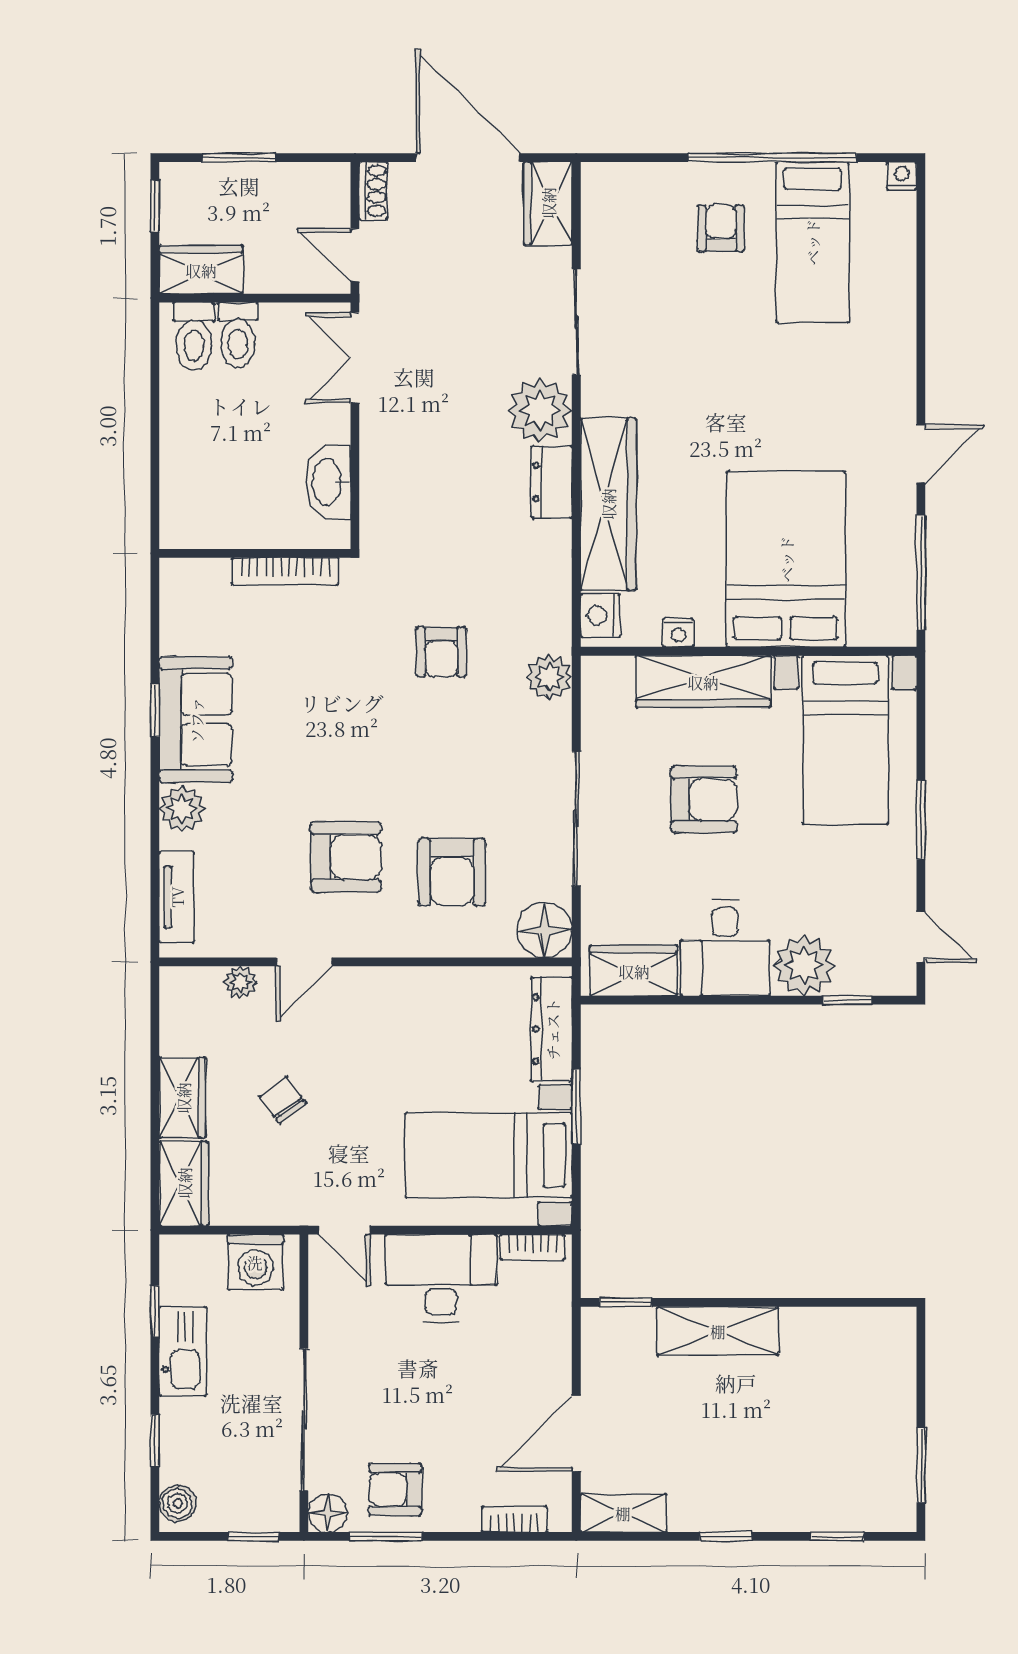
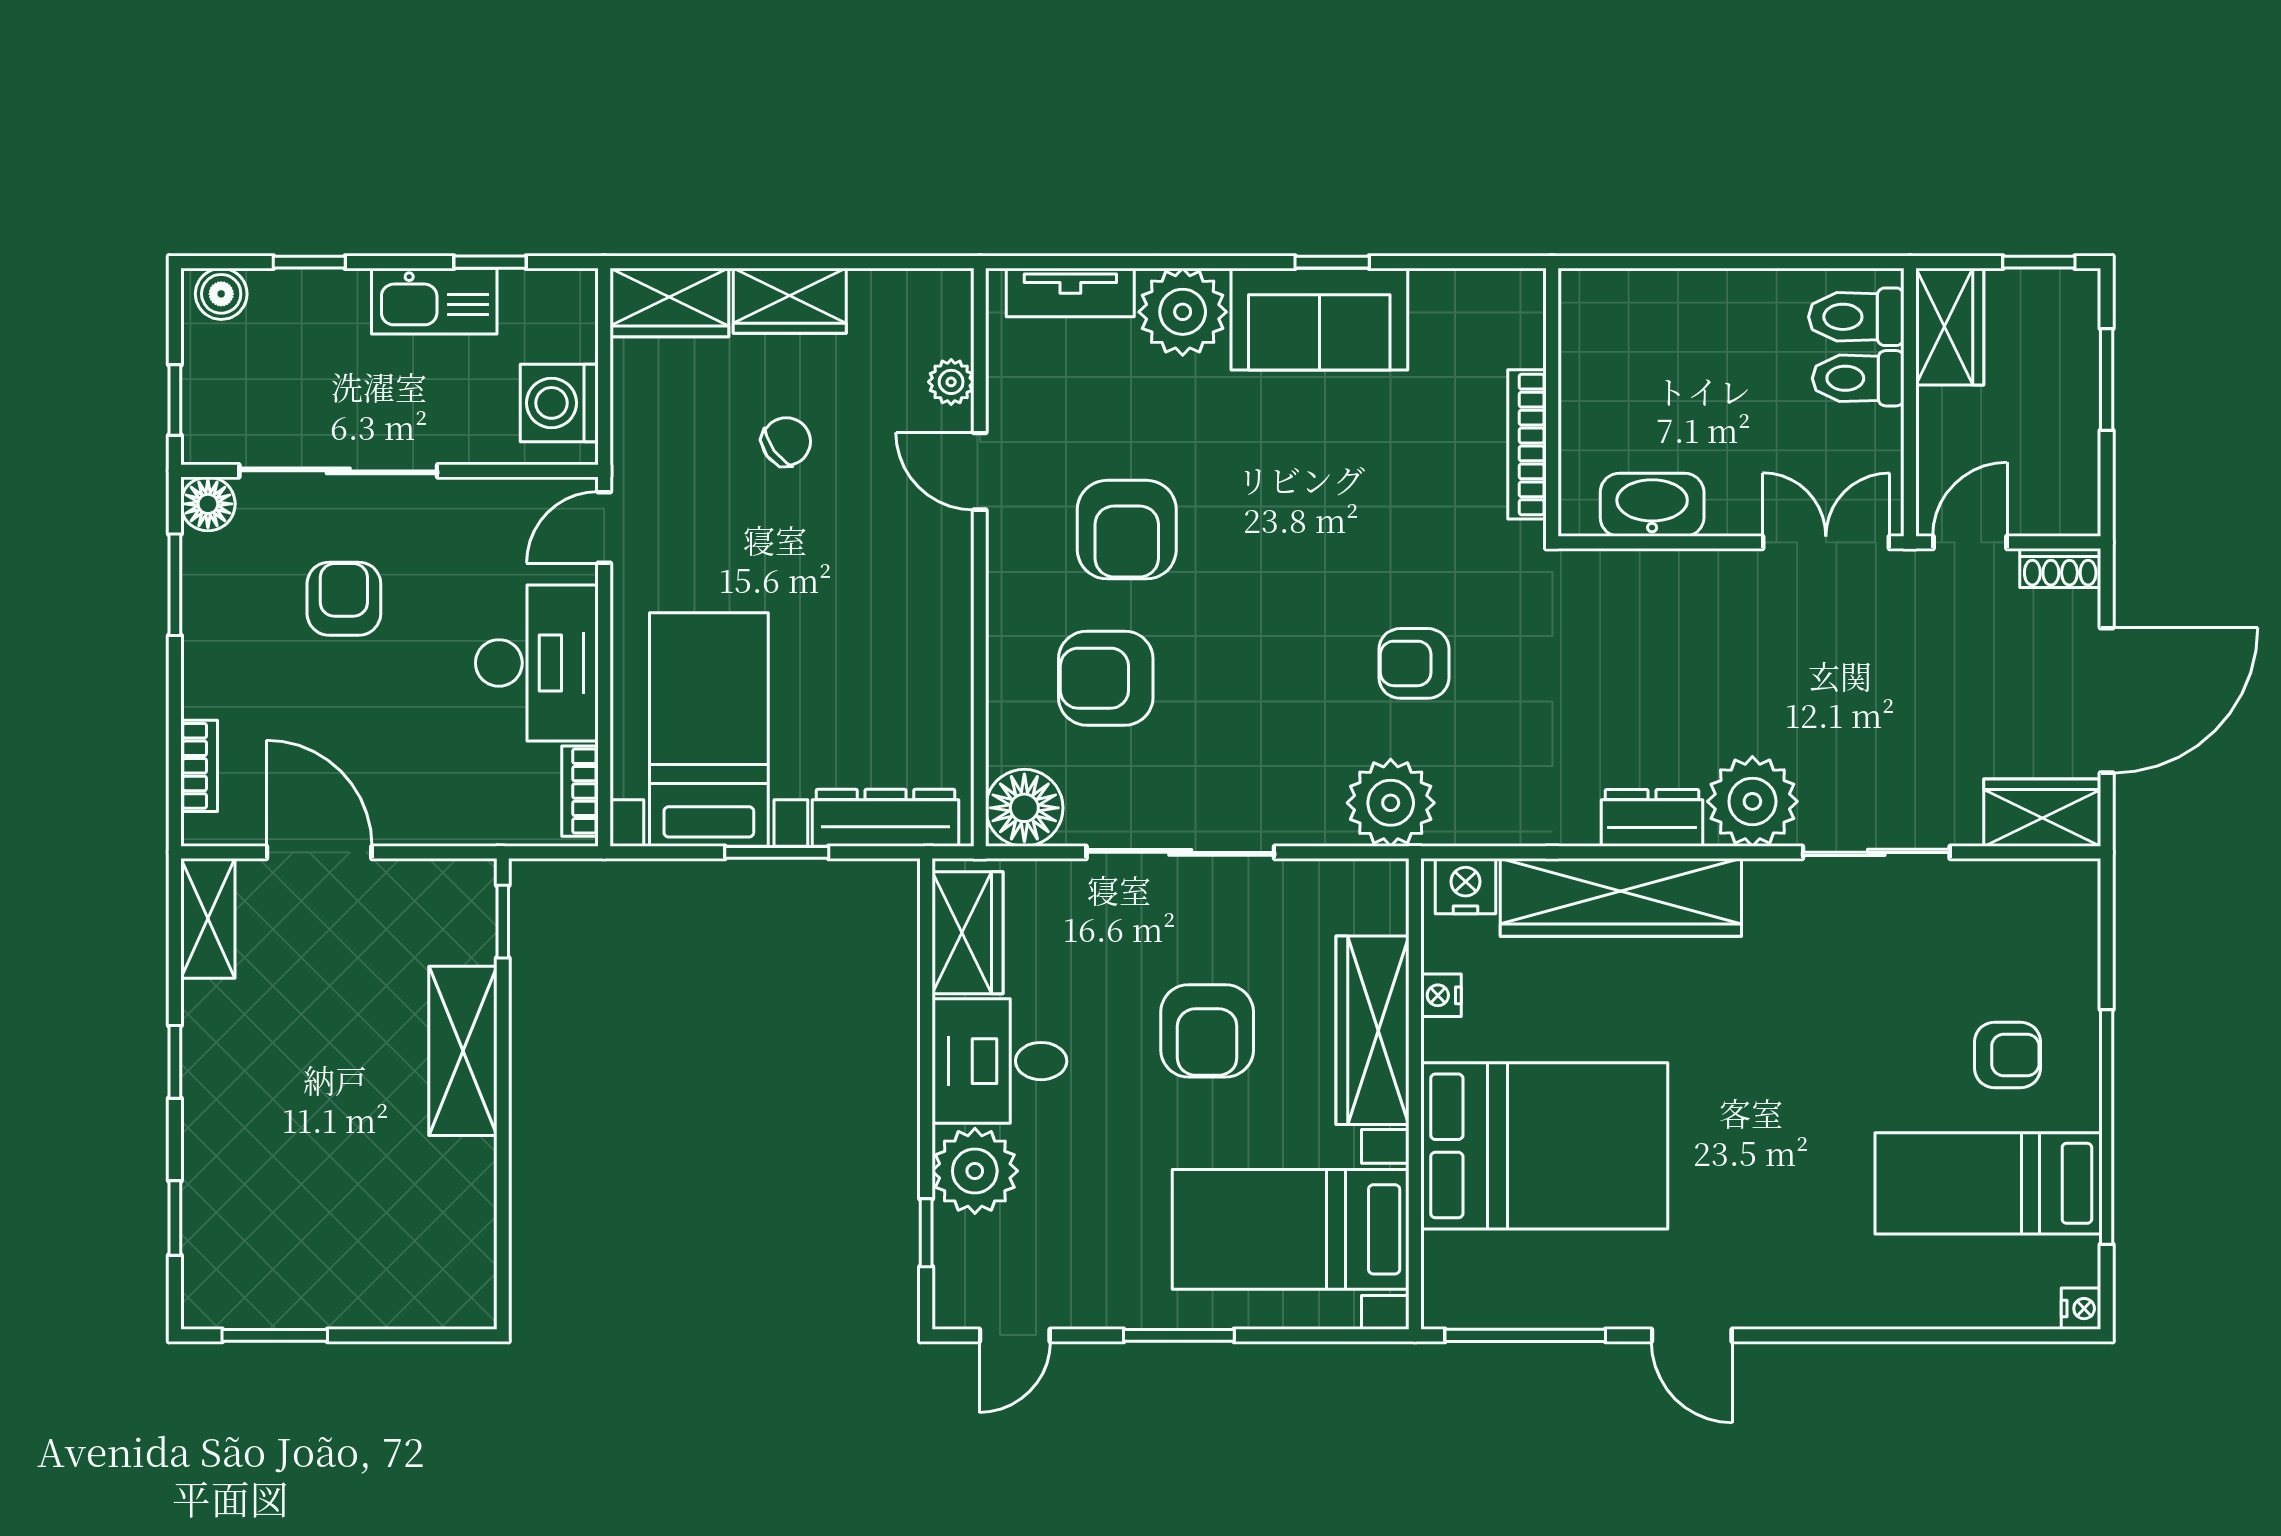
plant: (549, 677) -> (1391, 803), width x1.36, depth x1.36
plant: (182, 809) -> (1183, 312), width x1.36, depth x1.36
armchair: (395, 1490) -> (344, 599), moved

